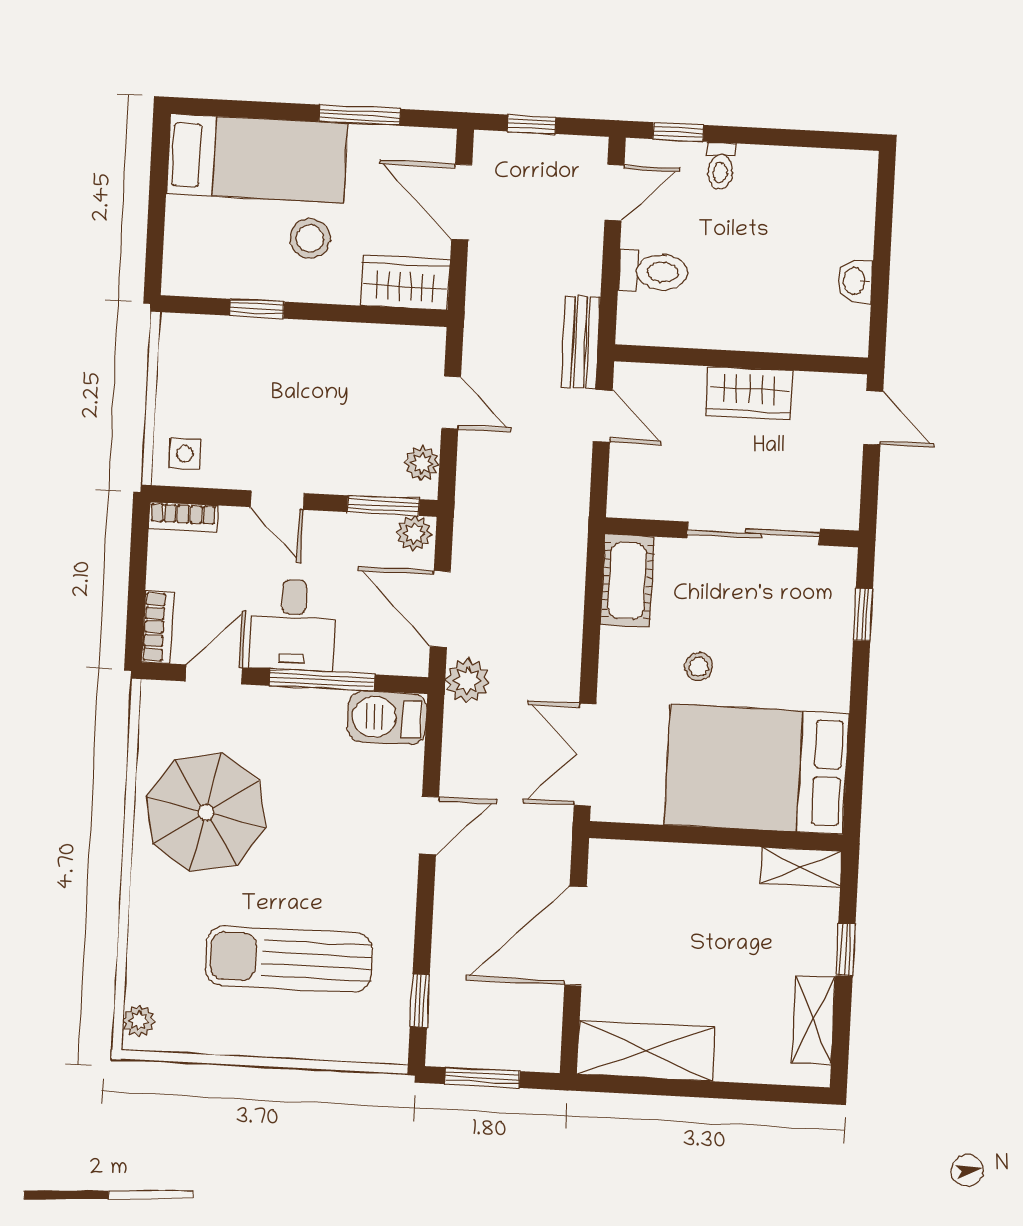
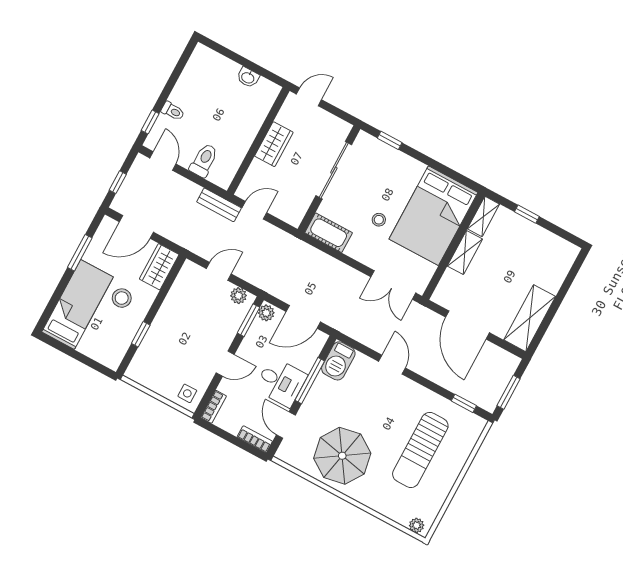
plant: (467, 681) -> (339, 320), removed
shelving: (814, 1020) -> (465, 253), moved, turned 90

